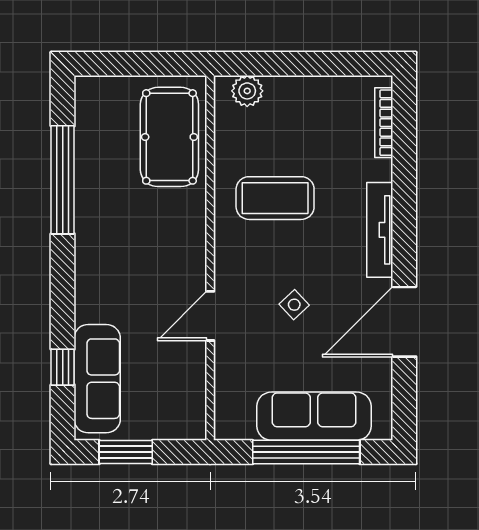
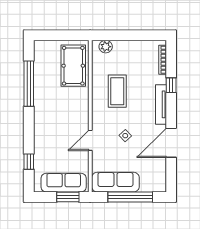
window: (404, 184) -> (171, 85), added
coffee table: (275, 198) -> (117, 91), turned 90
sofa: (97, 379) -> (64, 183), moved, turned -90
sofa: (314, 416) -> (115, 182), moved
window: (126, 452) -> (68, 197), moved

